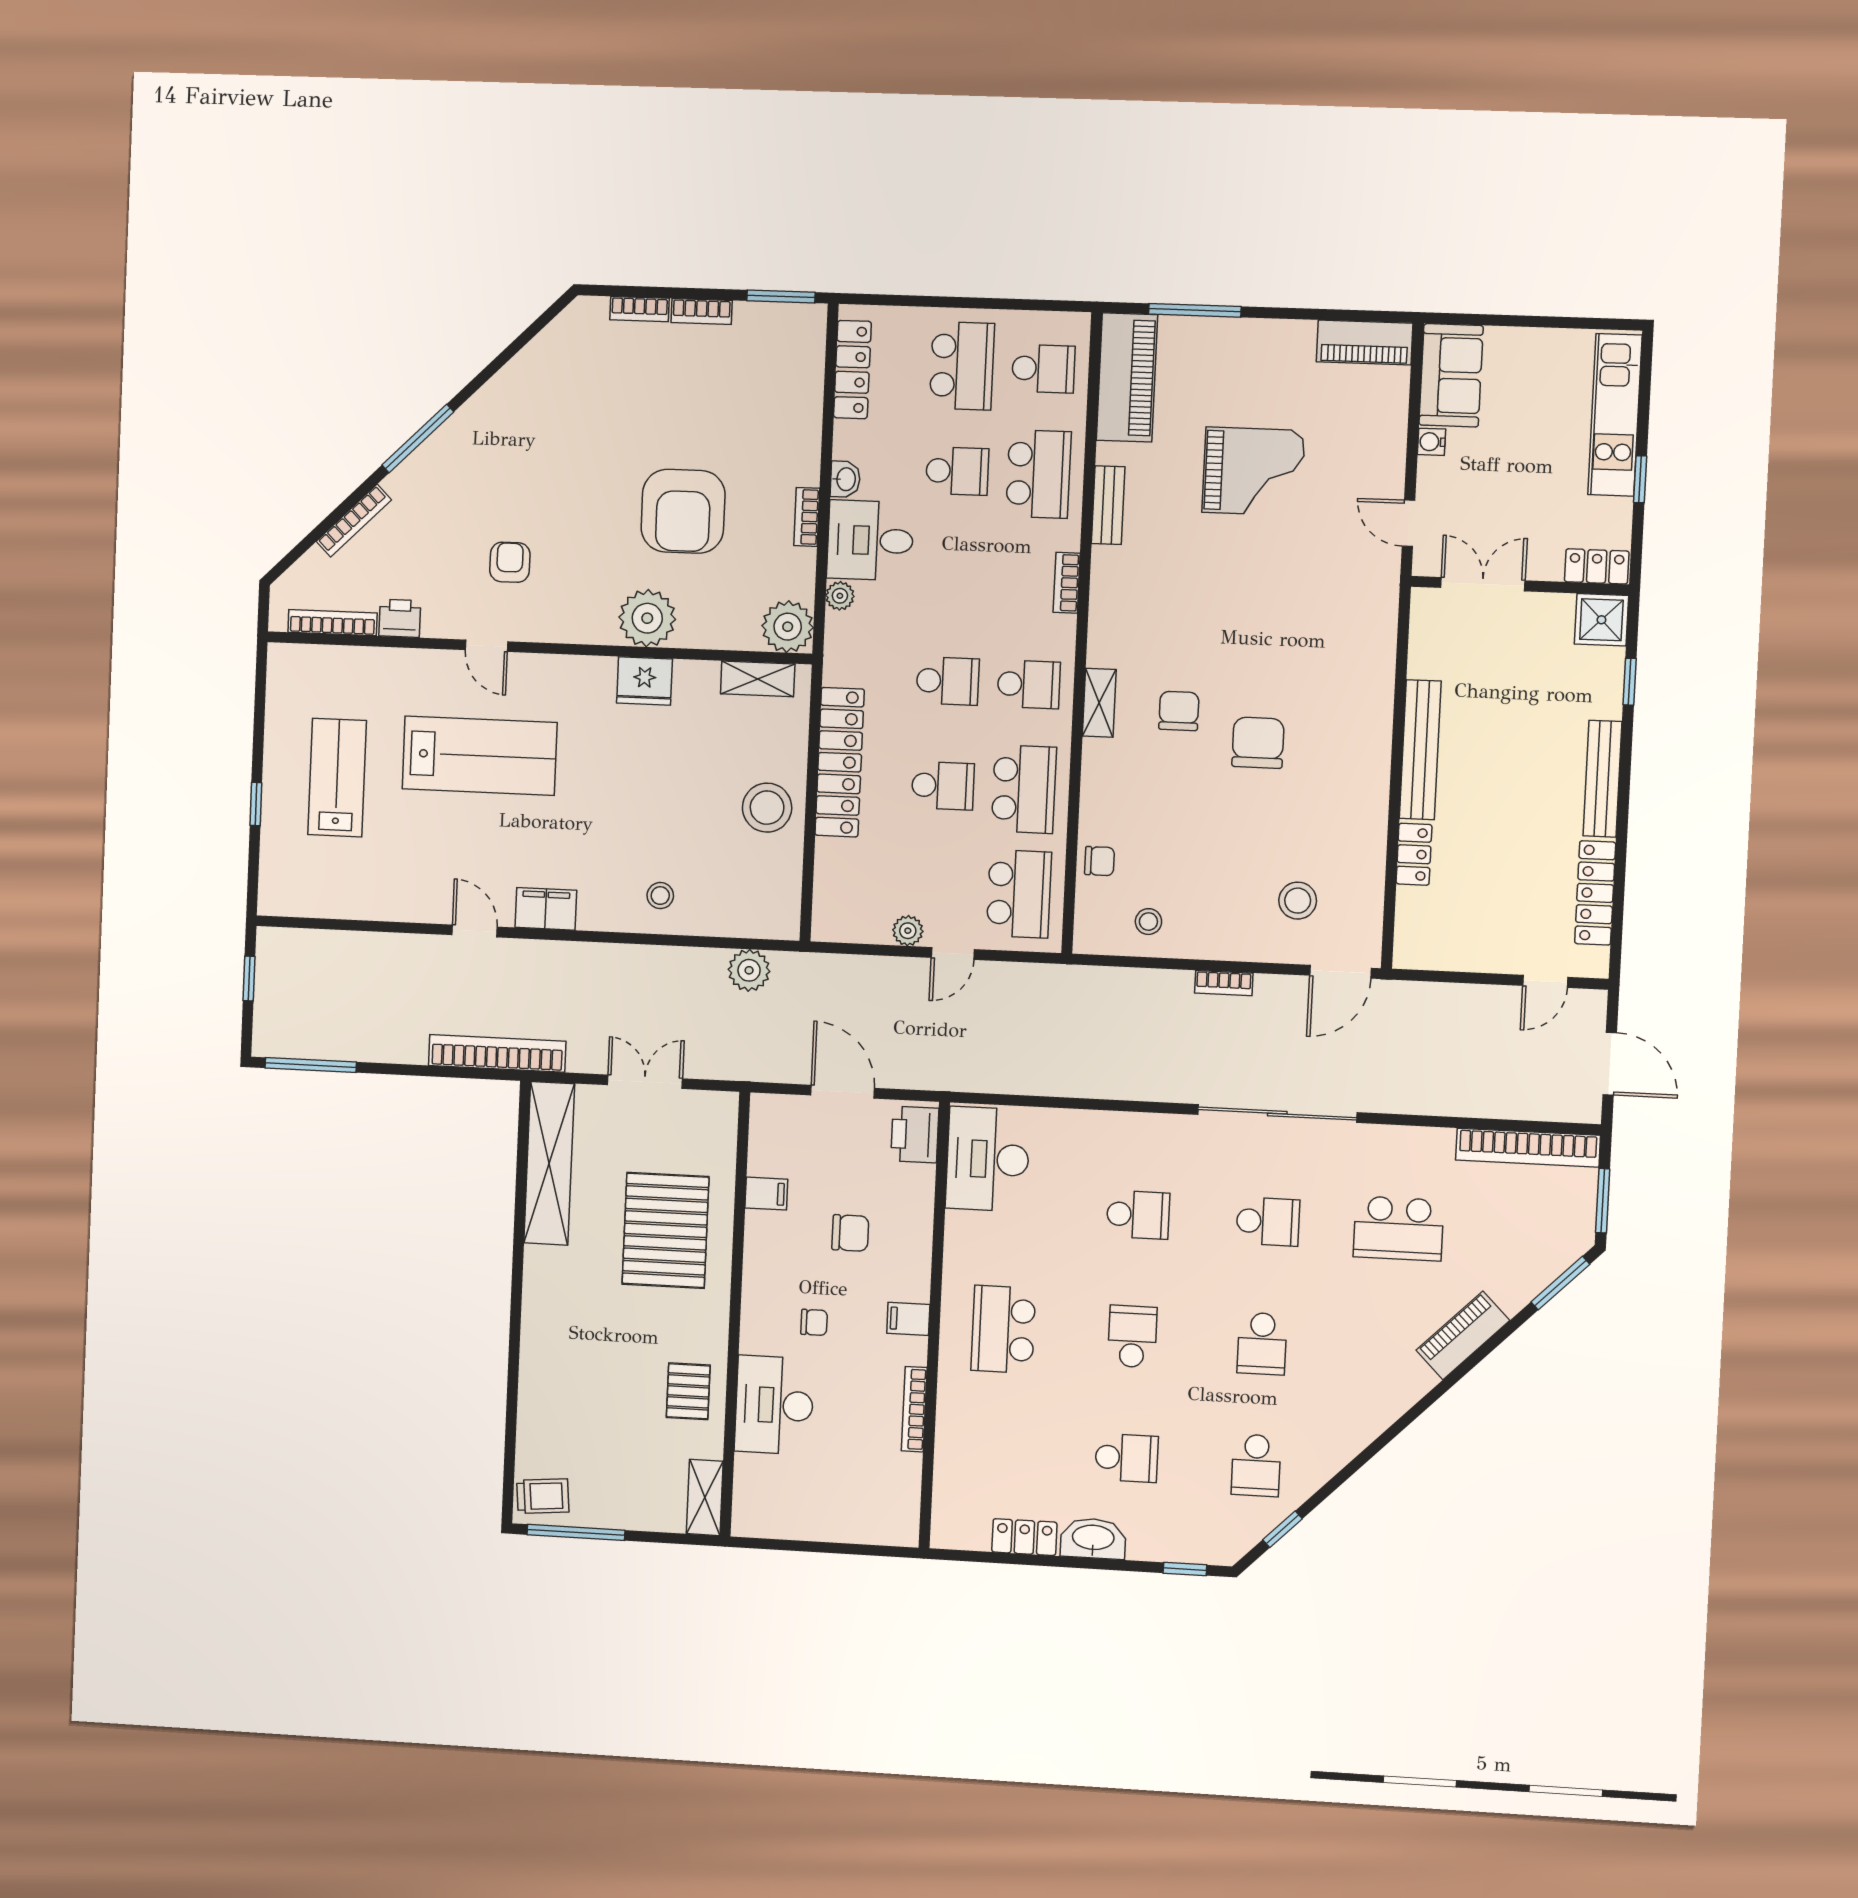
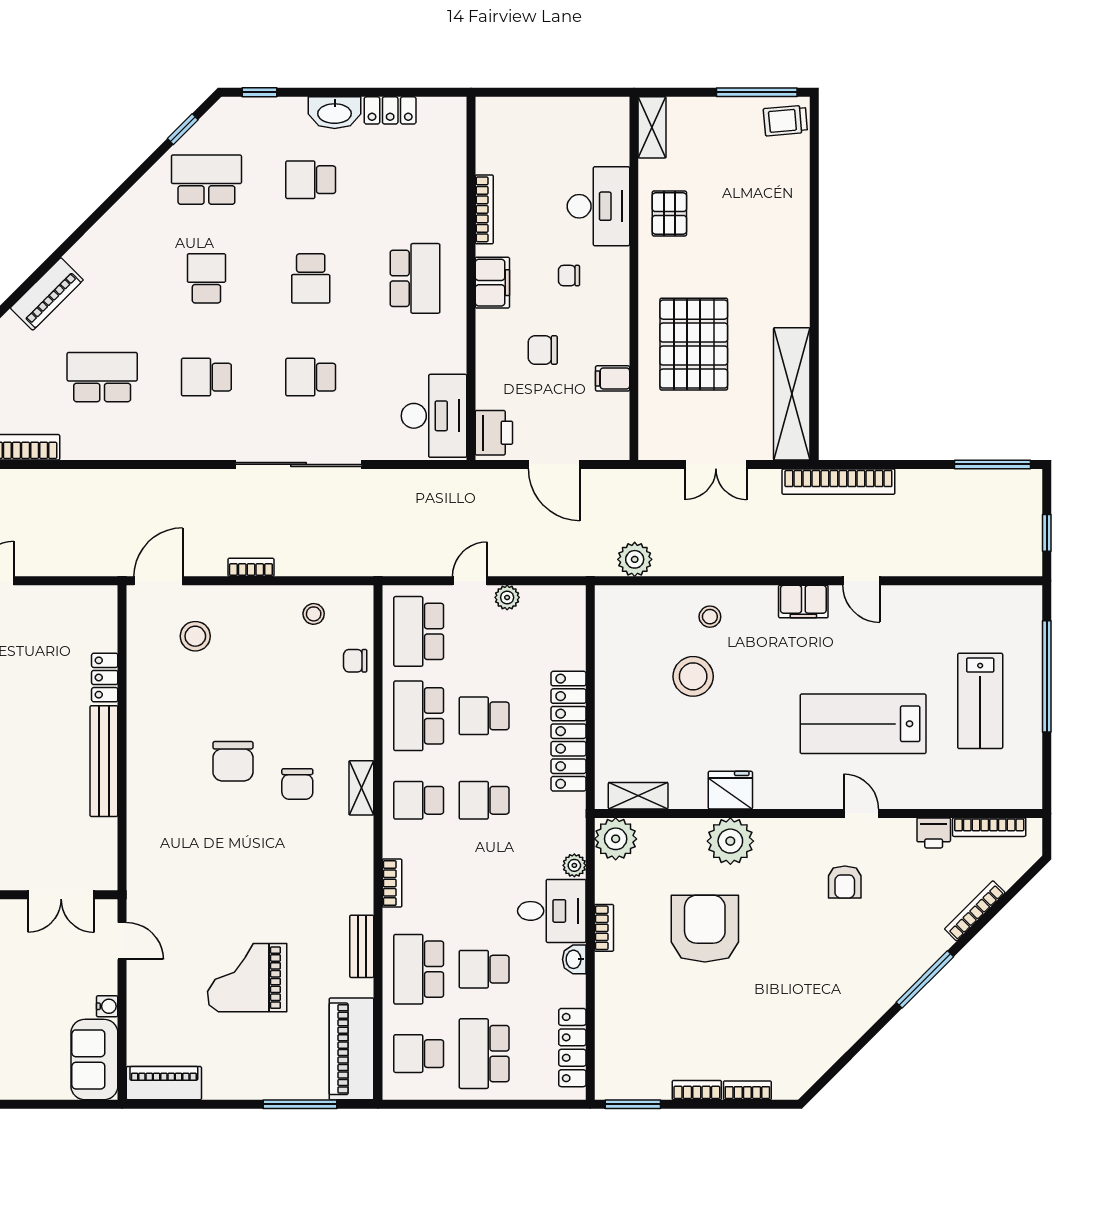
window: (256, 804) -> (1047, 676), width x3.17
stool: (767, 808) -> (693, 676), moved
sliding door: (1277, 1114) -> (298, 464), moved
filing cabinet: (908, 1319) -> (492, 283), width x2.00
school desk: (1256, 1465) -> (206, 180), width x1.85

